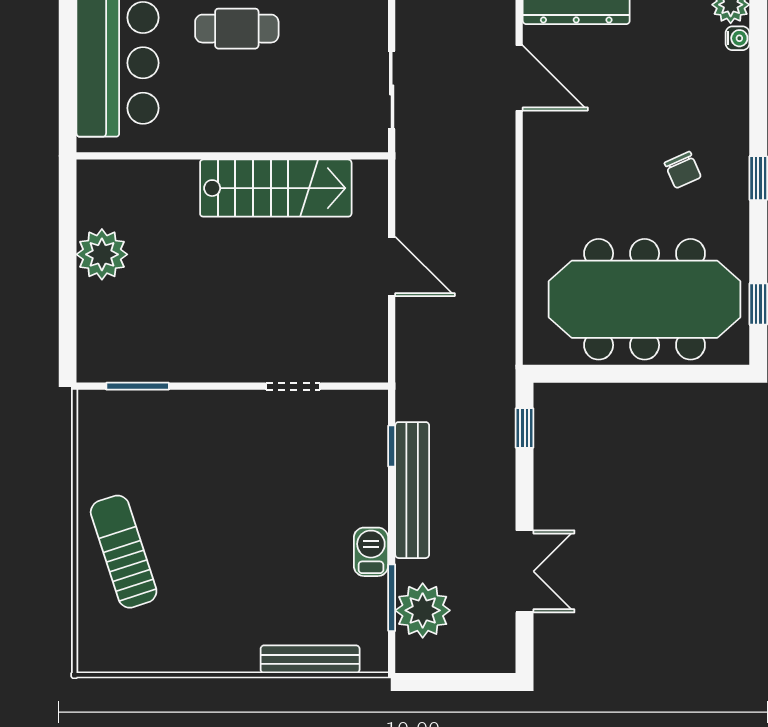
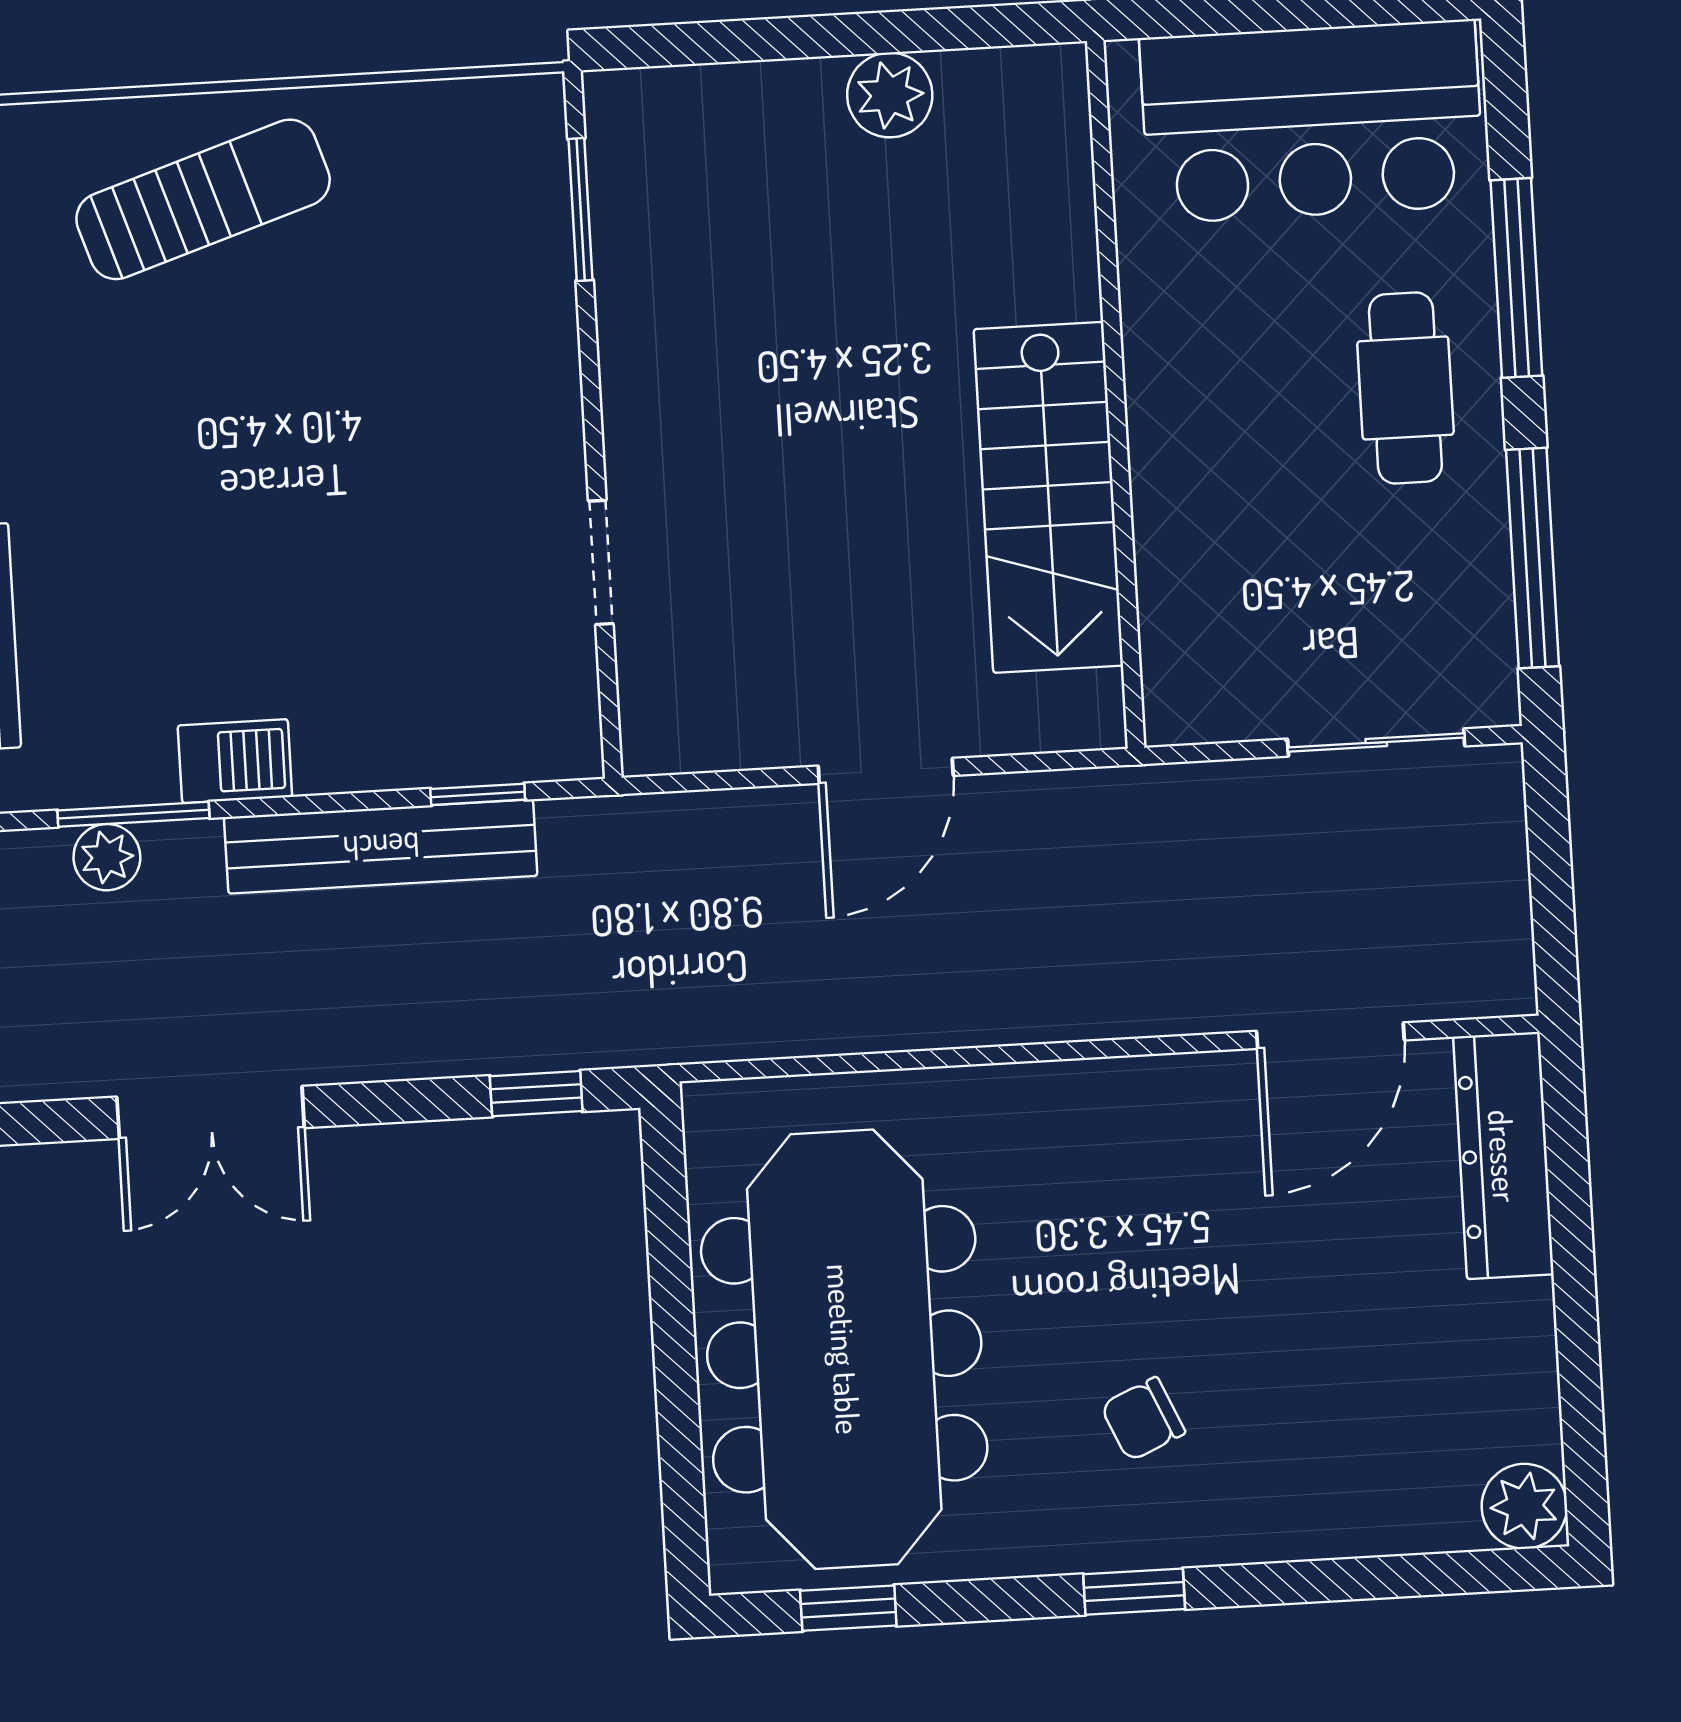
water cooler: (737, 38) -> (1449, 1526), removed
sliding door: (392, 90) -> (1376, 743), moved
plant: (102, 254) -> (890, 95), width x0.73, depth x0.73
plant: (423, 610) -> (107, 857), width x0.53, depth x0.53

